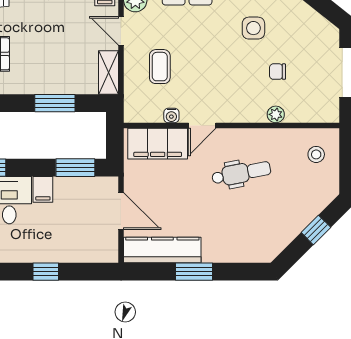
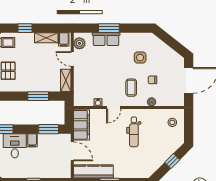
coffee table: (160, 67) -> (131, 88), moved
filing cabinet: (158, 144) -> (81, 125), moved, turned -90
dental chair: (241, 173) -> (134, 132), turned 101

